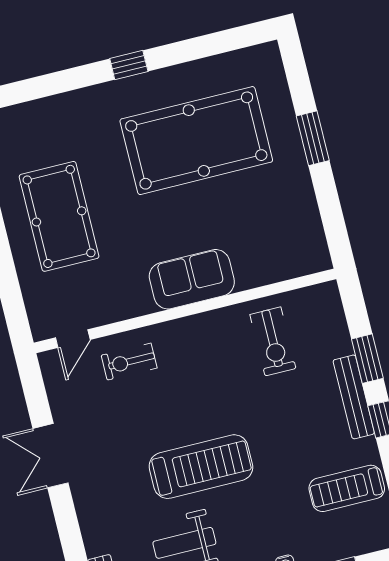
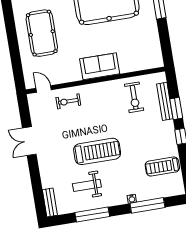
door: (73, 339) -> (44, 89), swing flipped
bench: (354, 397) -> (165, 101), moved

